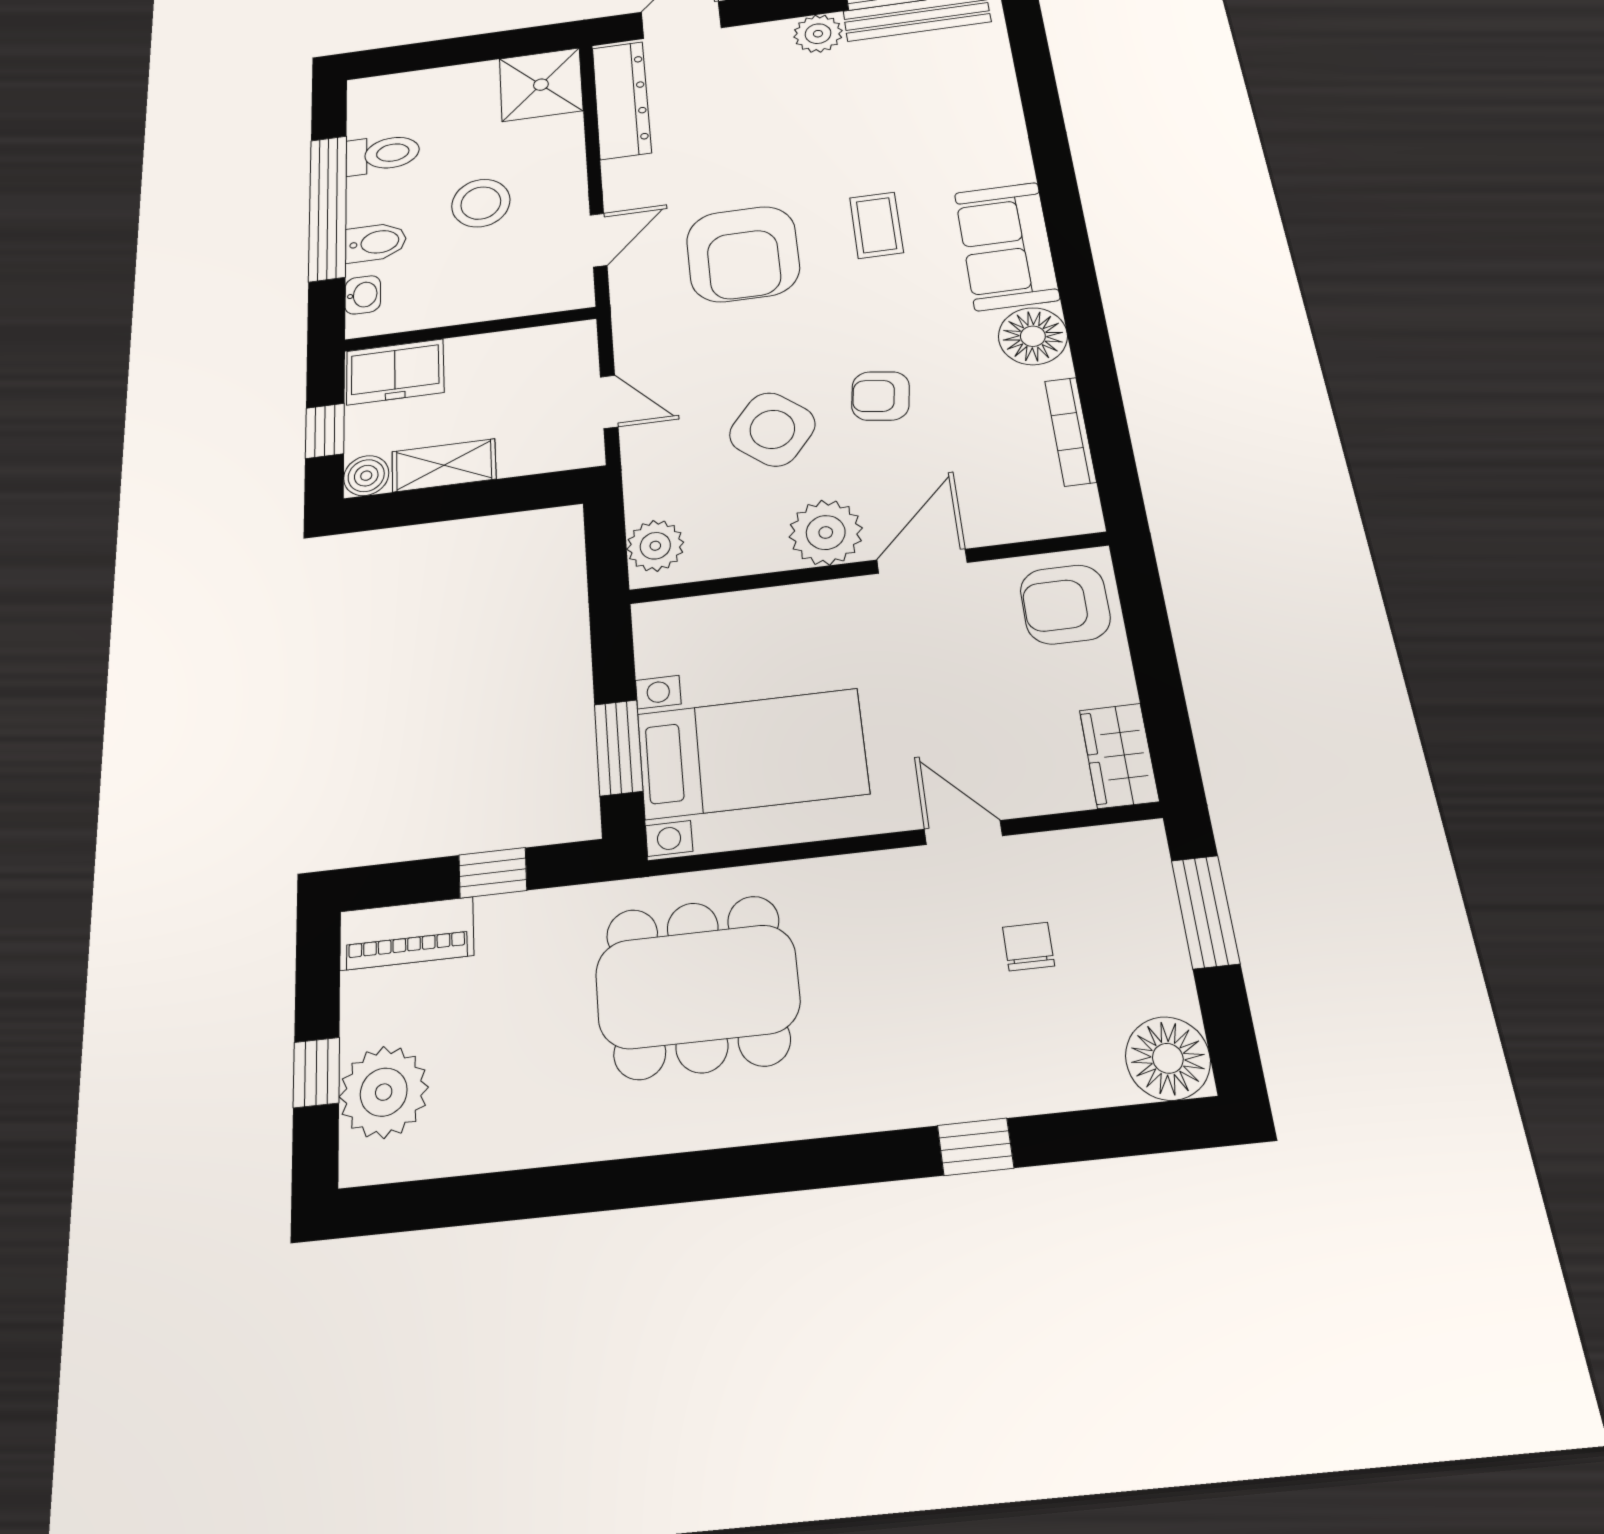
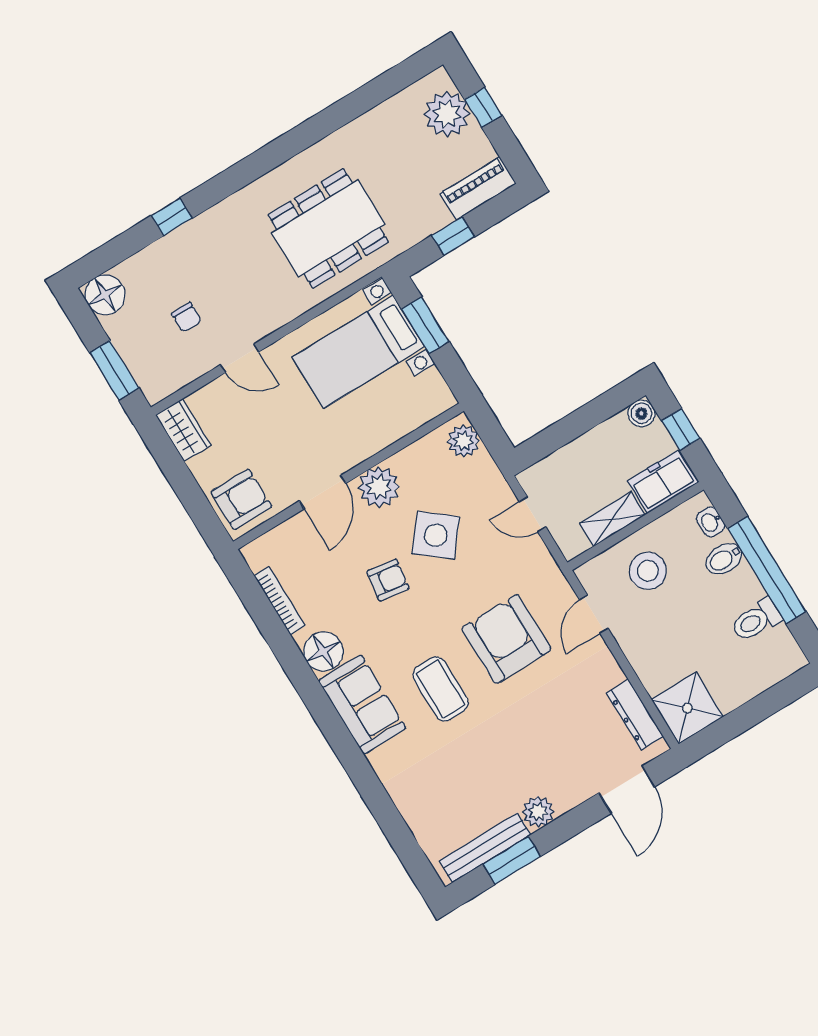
dresser: (622, 100) -> (635, 715), width x0.73, depth x0.80
stool: (481, 203) -> (648, 571), moved
coffee table: (876, 225) -> (440, 689), width x1.36, depth x1.30
shelving: (444, 465) -> (612, 519), moved

